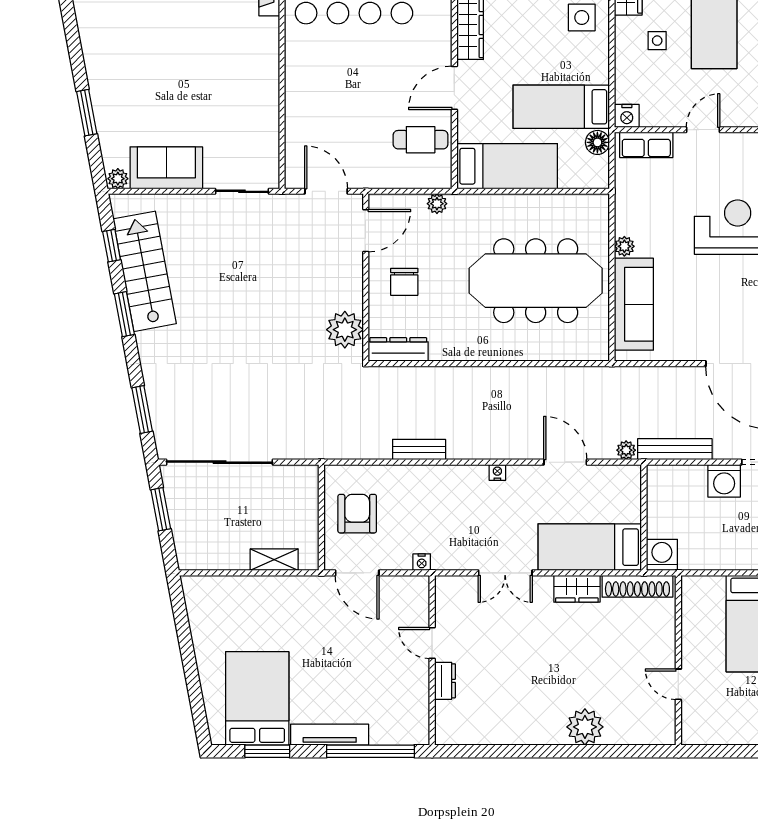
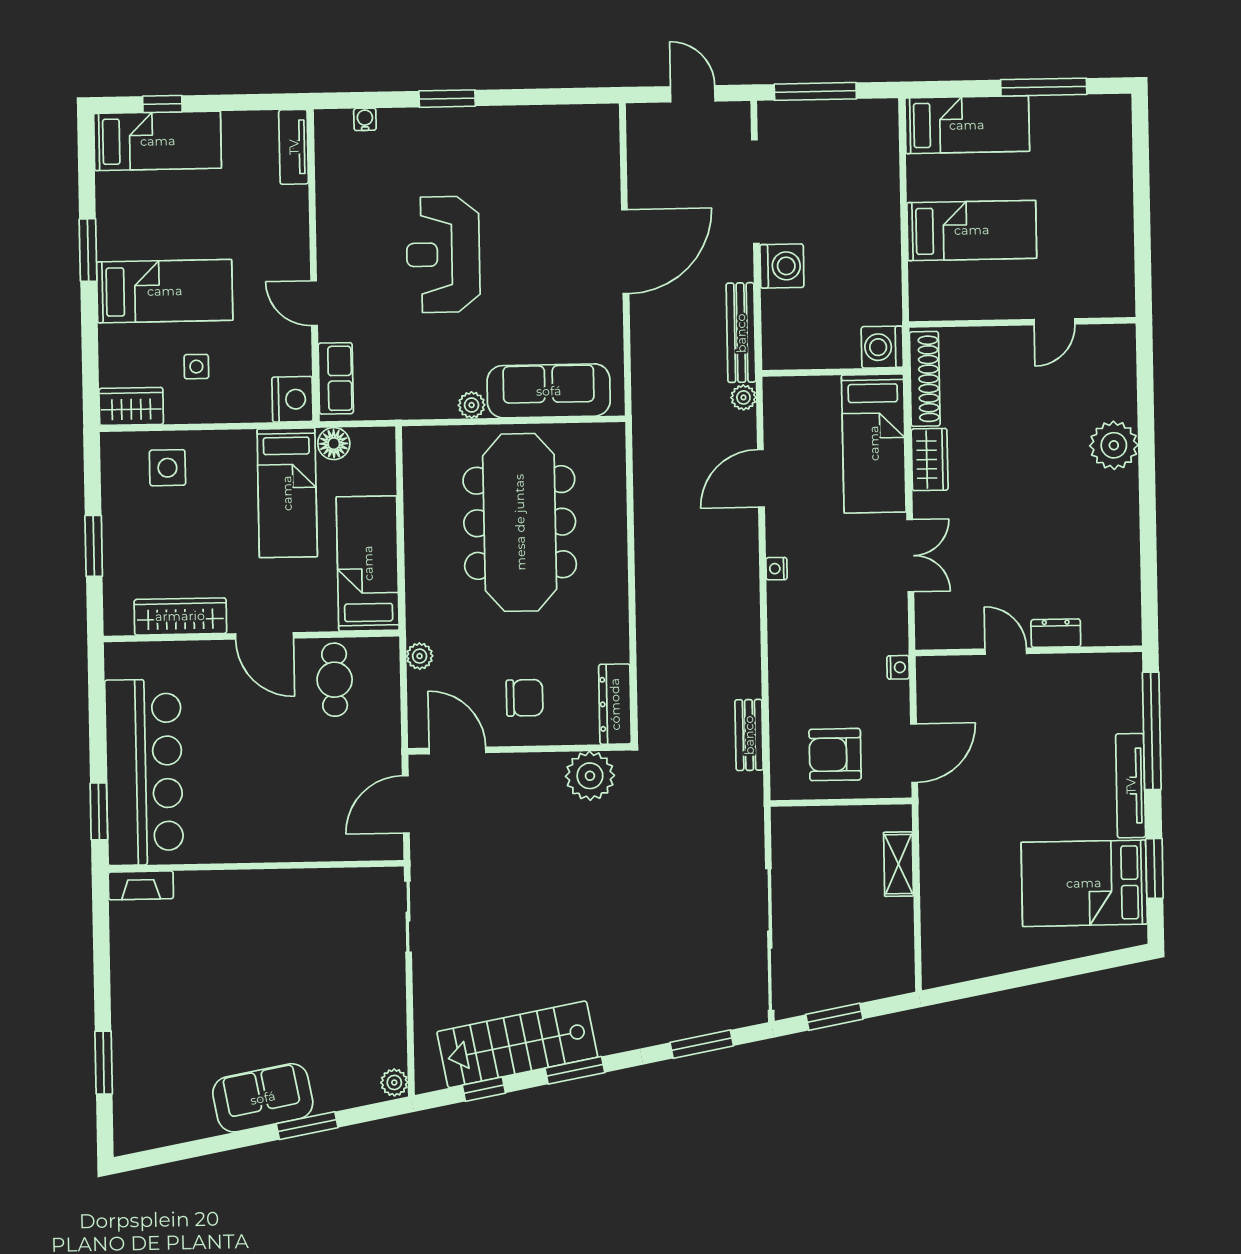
nightstand: (627, 116) -> (292, 399), width x1.36, depth x1.33
sofa: (166, 168) -> (263, 1098), moved, turned 79
bench: (419, 449) -> (749, 735), moved
door: (432, 643) -> (1006, 651), swing flipped

